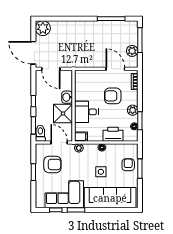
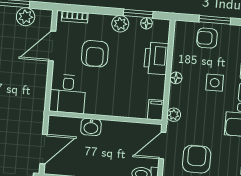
desk: (86, 112) -> (68, 94), moved
shower: (63, 113) -> (116, 136), removed

